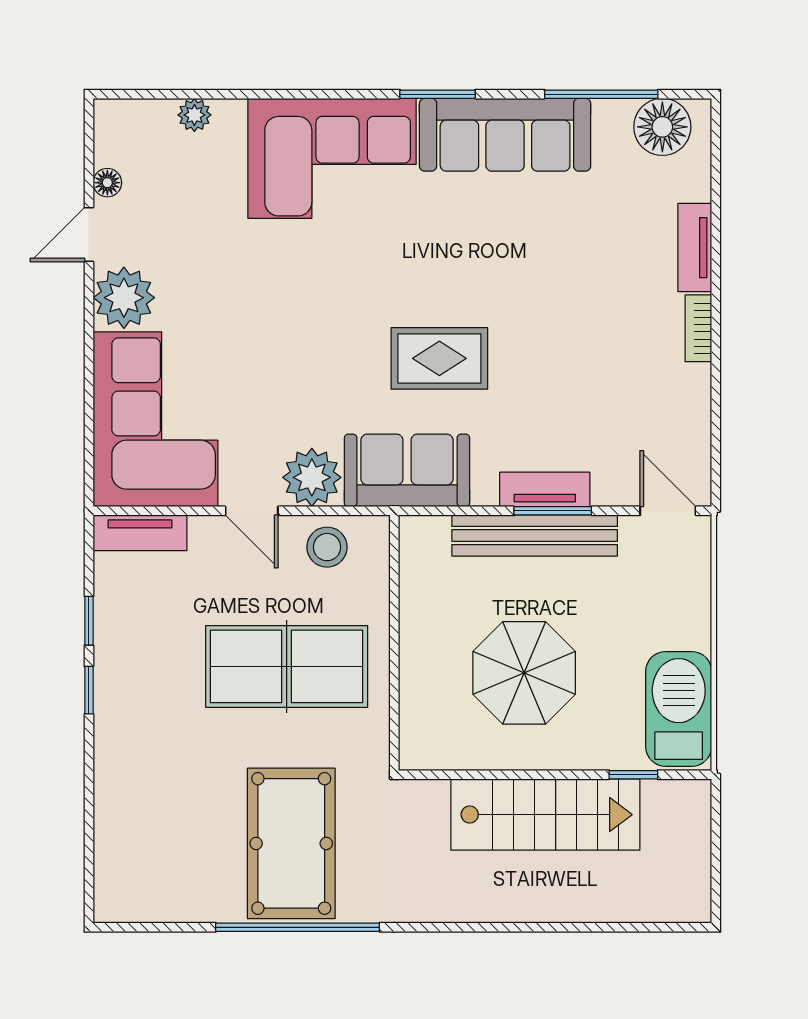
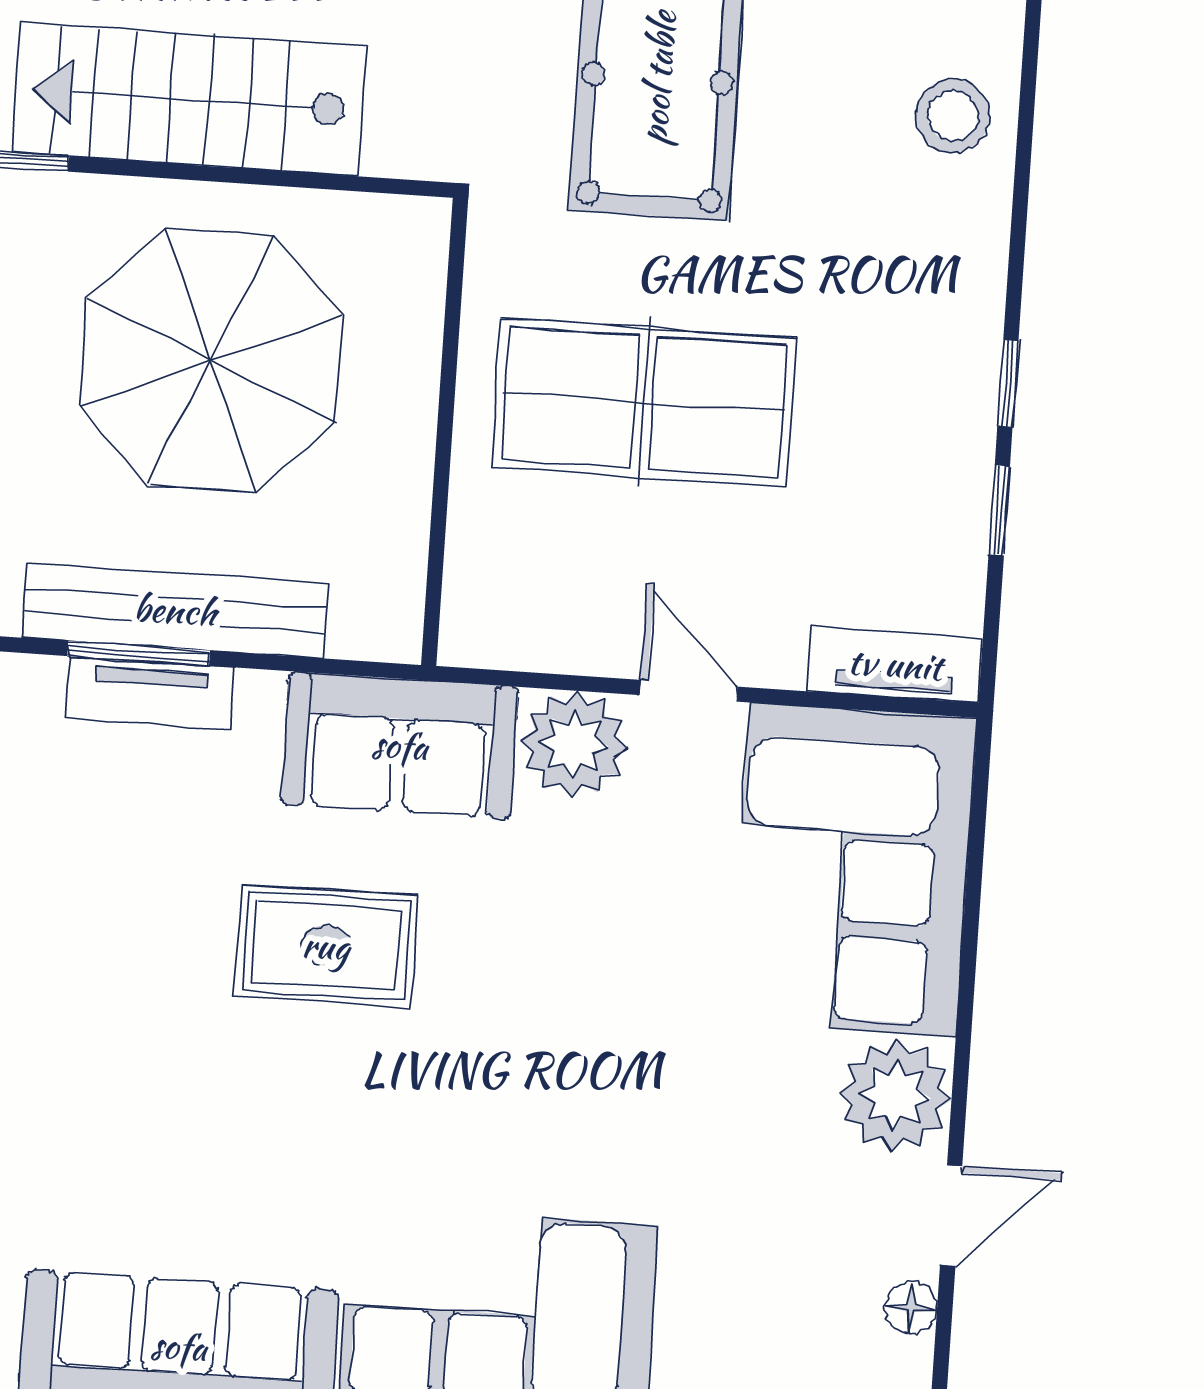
stool: (327, 547) -> (953, 116), moved
parasol: (524, 673) -> (211, 361), width x1.36, depth x1.36

